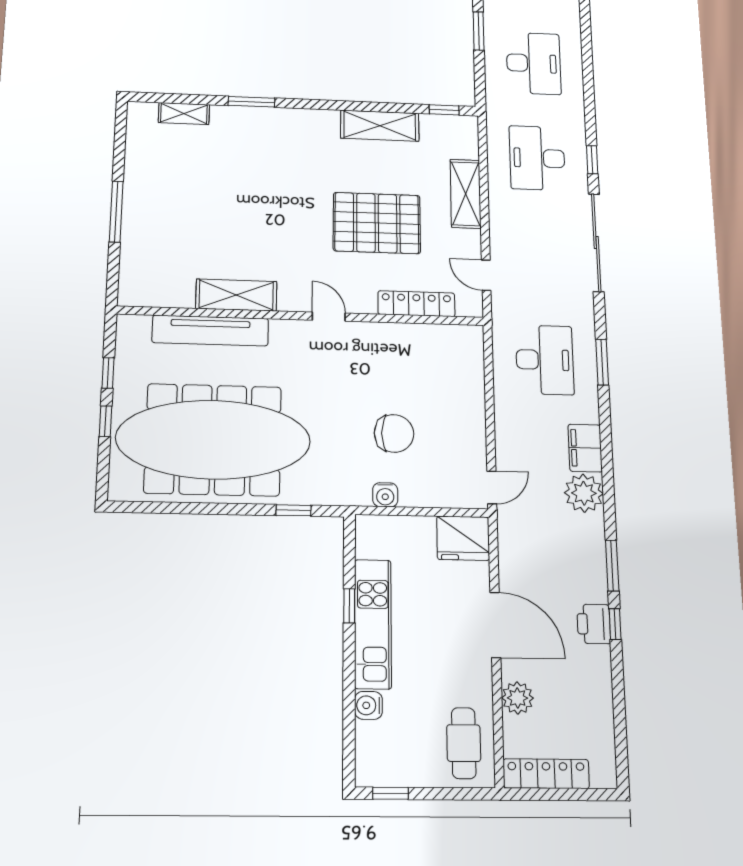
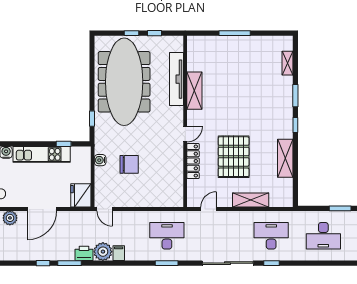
window: (444, 110) -> (295, 125), moved
locker: (416, 304) -> (193, 161), moved
desk: (545, 360) -> (167, 236), turned 180
chair: (394, 433) -> (129, 164), turned -90
filing cabinet: (585, 448) -> (119, 253), width x0.50
window: (349, 606) -> (64, 144), moved
printer: (594, 624) -> (84, 253), moved

